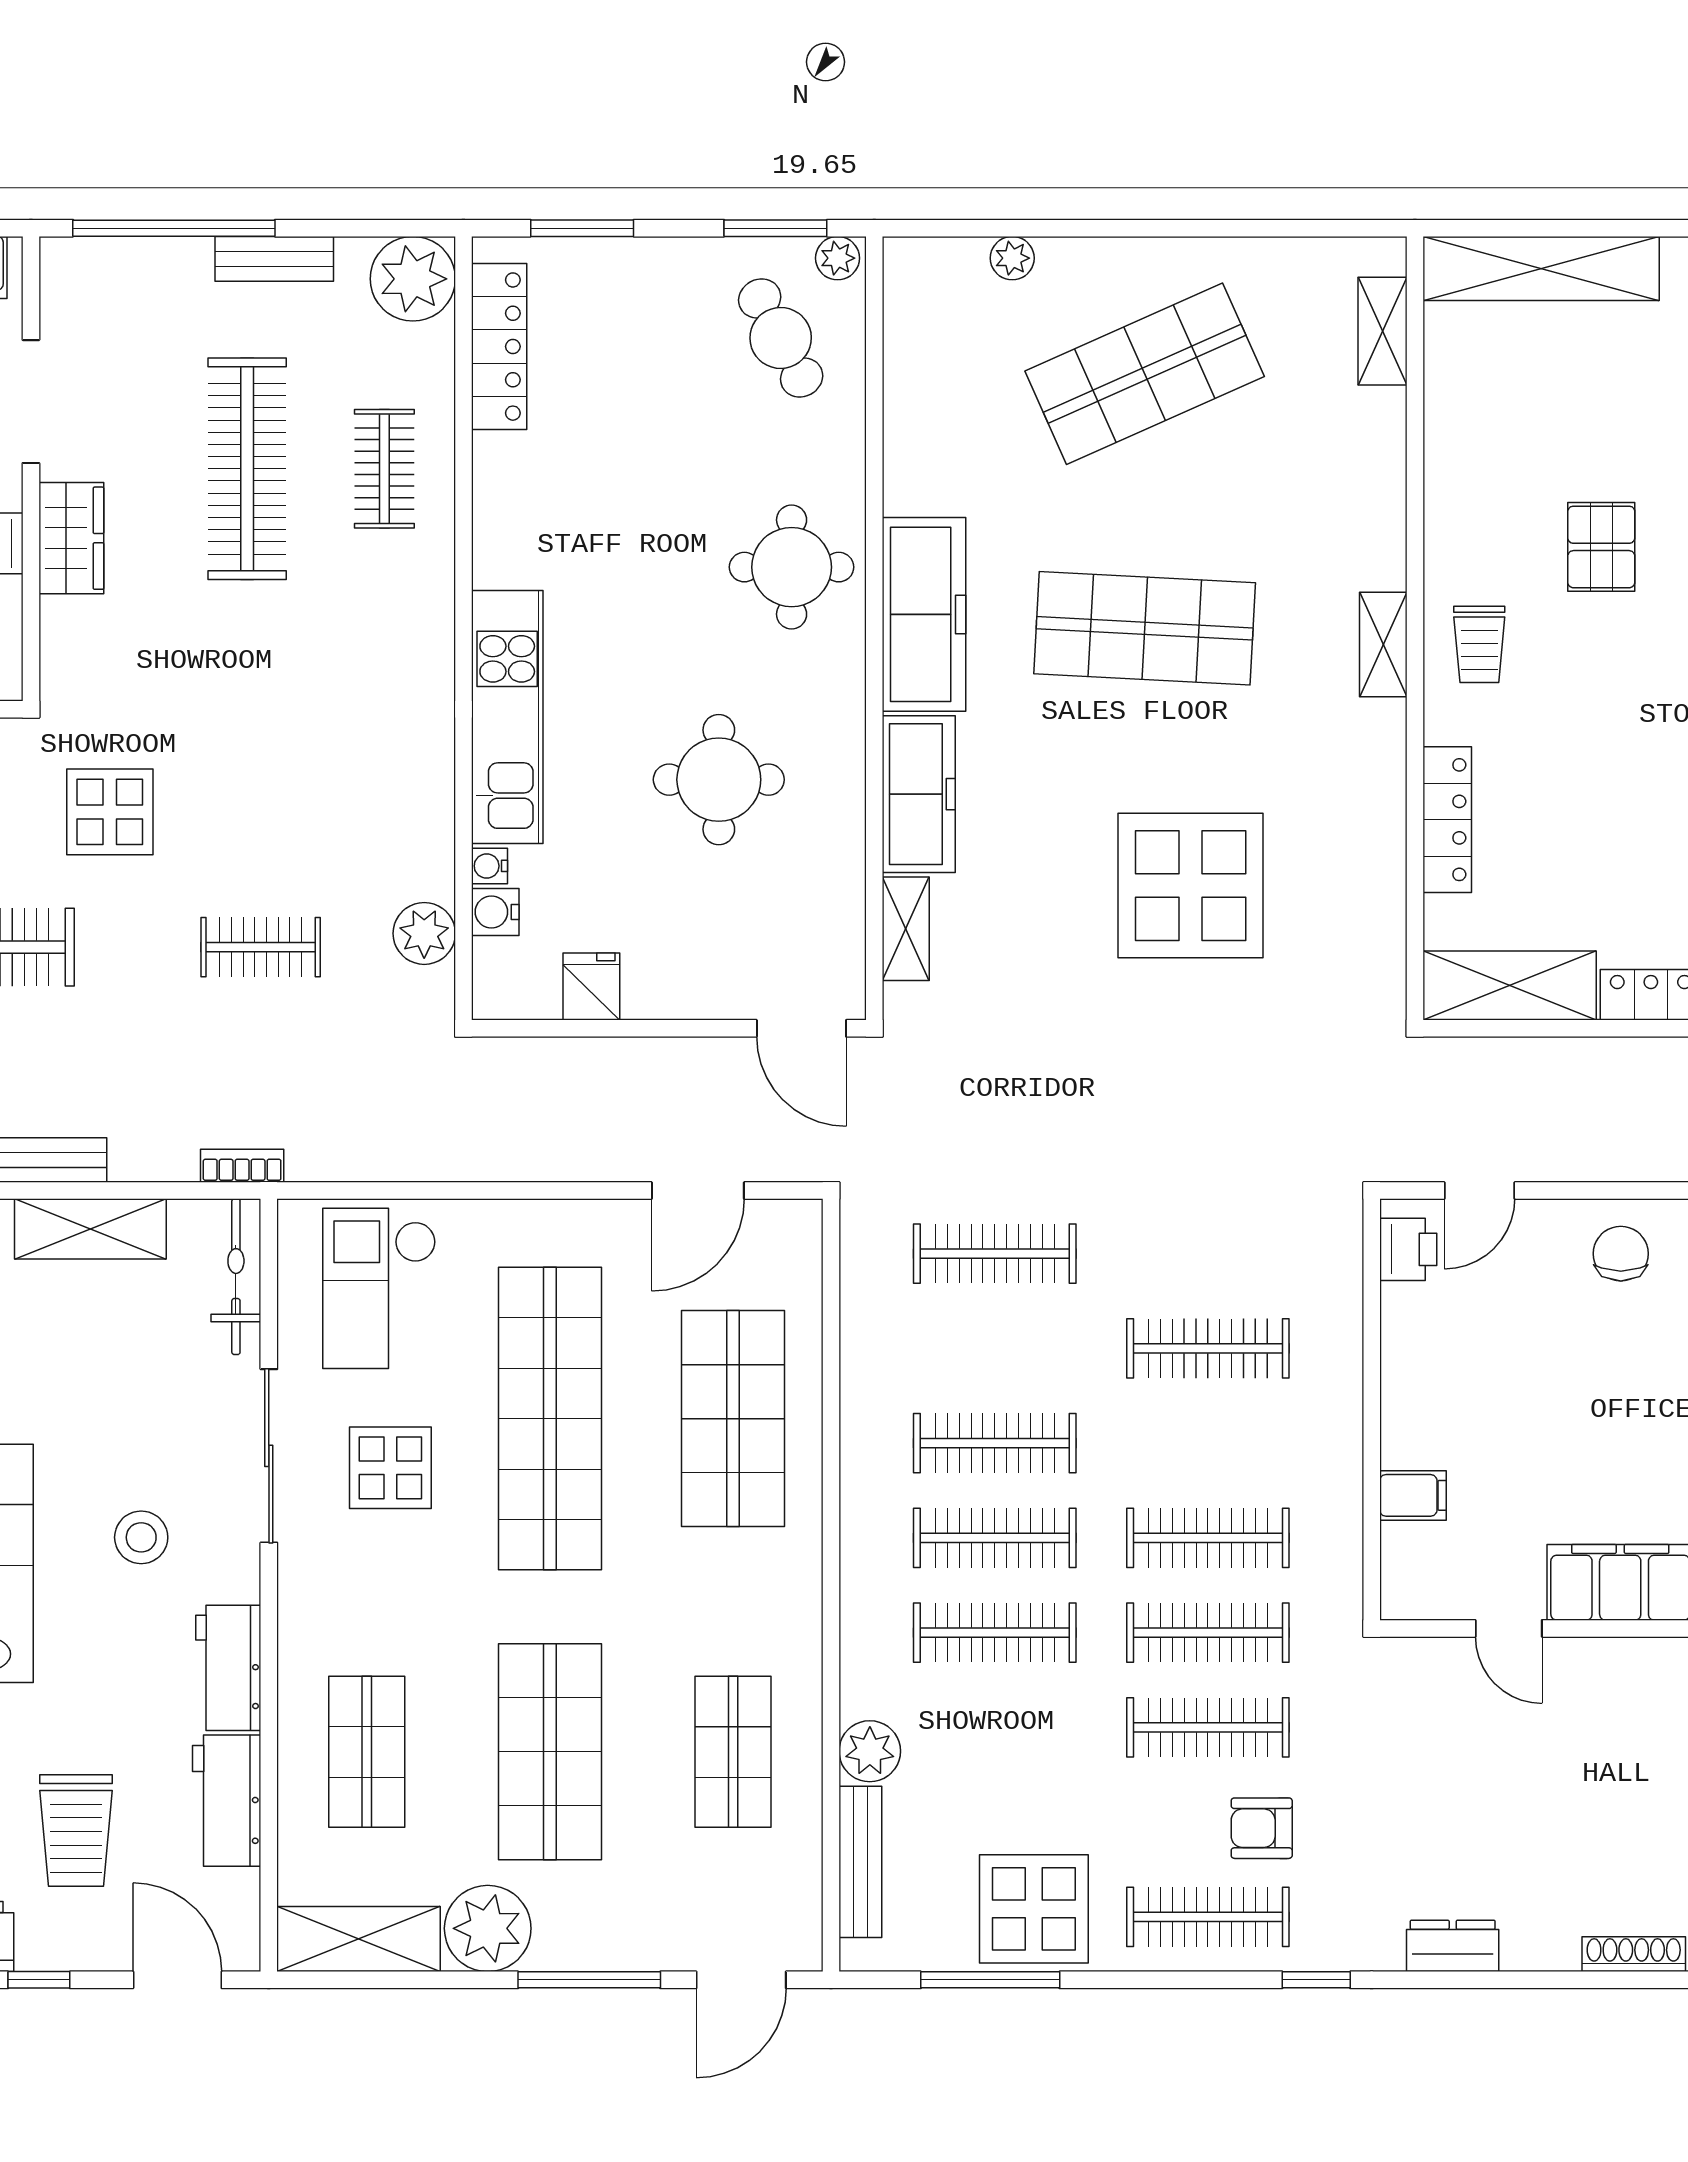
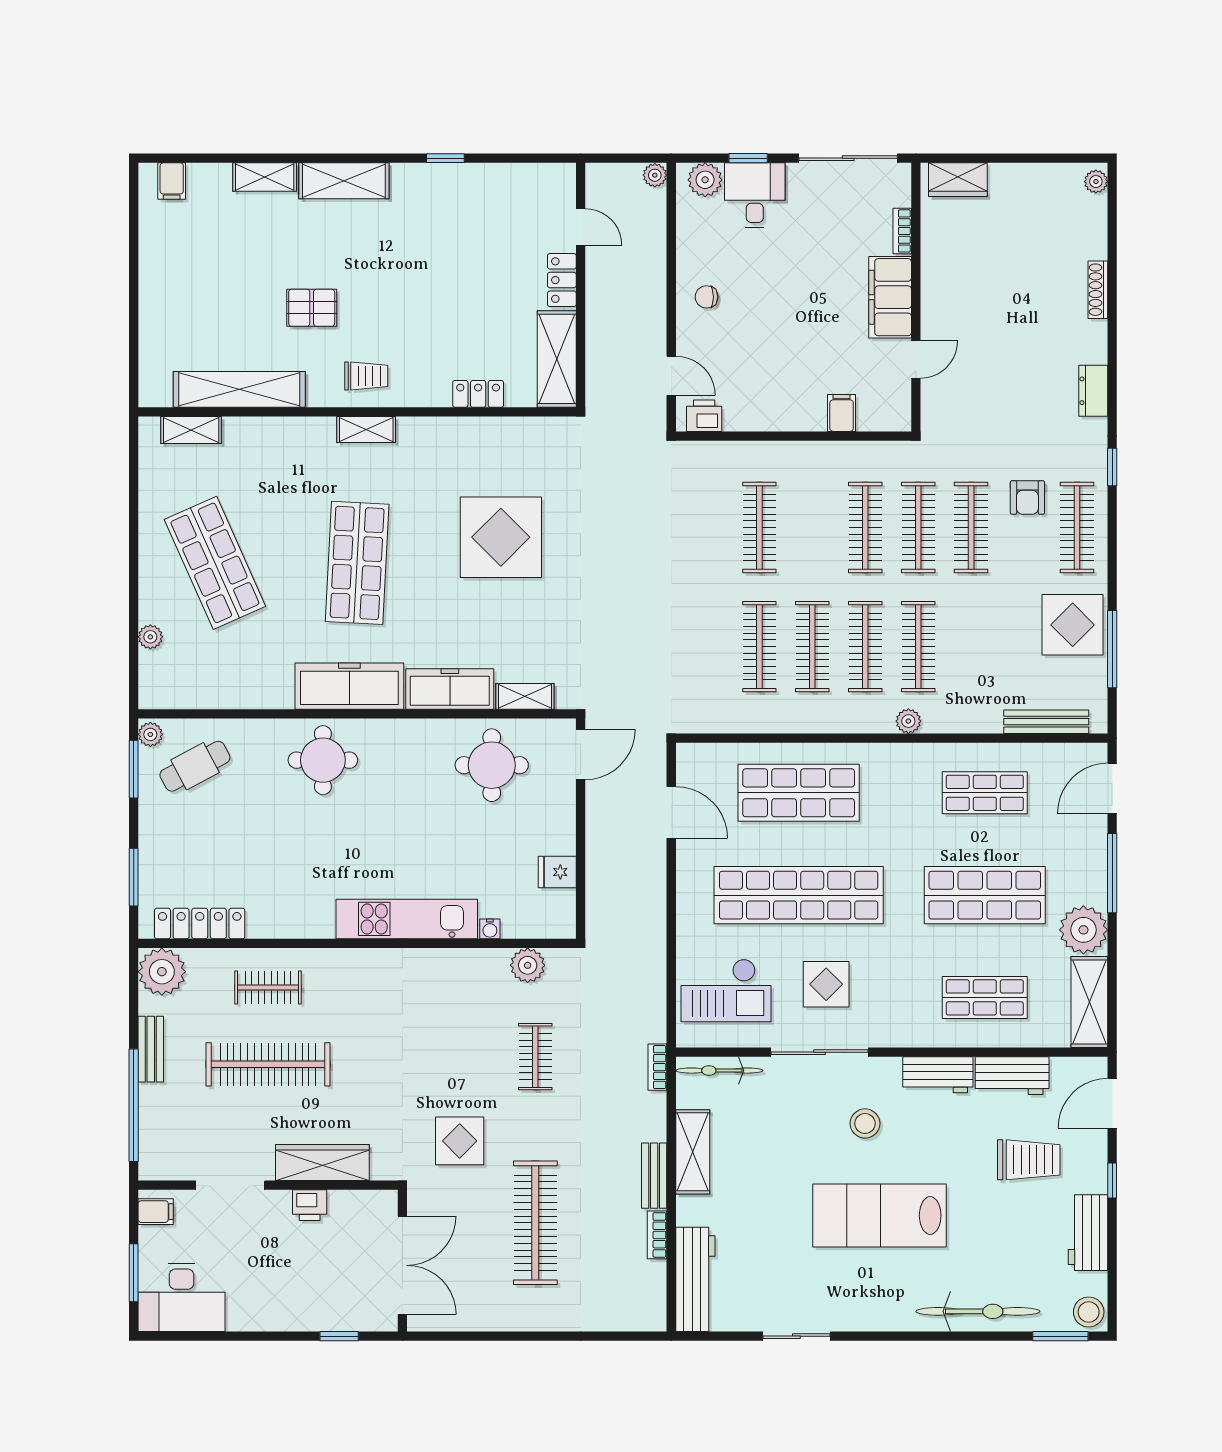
shelving: (1541, 269) -> (239, 389), moved, turned 90
wardrobe: (71, 538) -> (322, 1162), width x1.50
round table: (719, 780) -> (492, 765), moved
locker: (1447, 820) -> (478, 394), width x0.66
water cooler: (495, 912) -> (516, 926), removed
clothes rail: (995, 1254) -> (759, 647), moved
chair: (1621, 1254) -> (706, 297), width x0.73, depth x0.73
plant: (870, 1751) -> (908, 721), moved, width x0.73, depth x0.73
door: (741, 1980) -> (1112, 788), swing flipped

